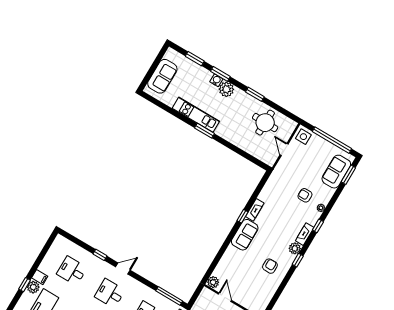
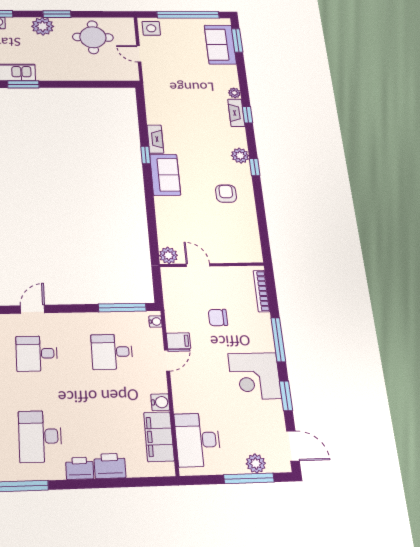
plant: (226, 89) -> (43, 26), moved
armchair: (305, 195) -> (204, 90), removed
fireplace: (305, 234) -> (236, 113), moved

